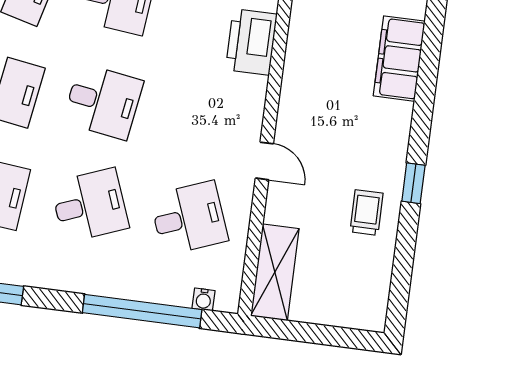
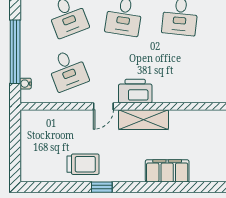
printer: (251, 42) -> (135, 91), moved
trolley: (366, 213) -> (83, 164), width x1.36, depth x1.39
shelving: (275, 272) -> (143, 120), moved

